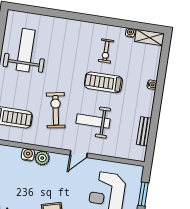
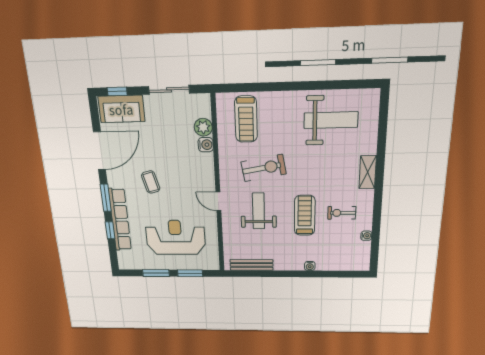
shelving: (149, 37) -> (368, 172), moved
bench: (144, 131) -> (251, 265), width x1.36
plant: (42, 158) -> (203, 127), moved

